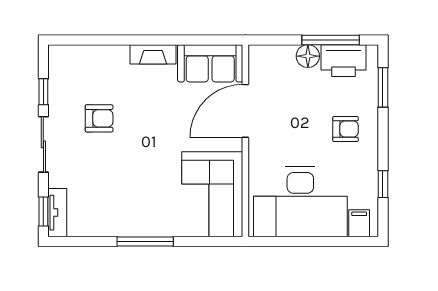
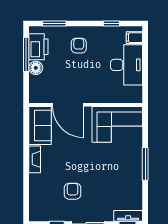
desk: (300, 202) -> (127, 65), width x0.73, depth x0.77

